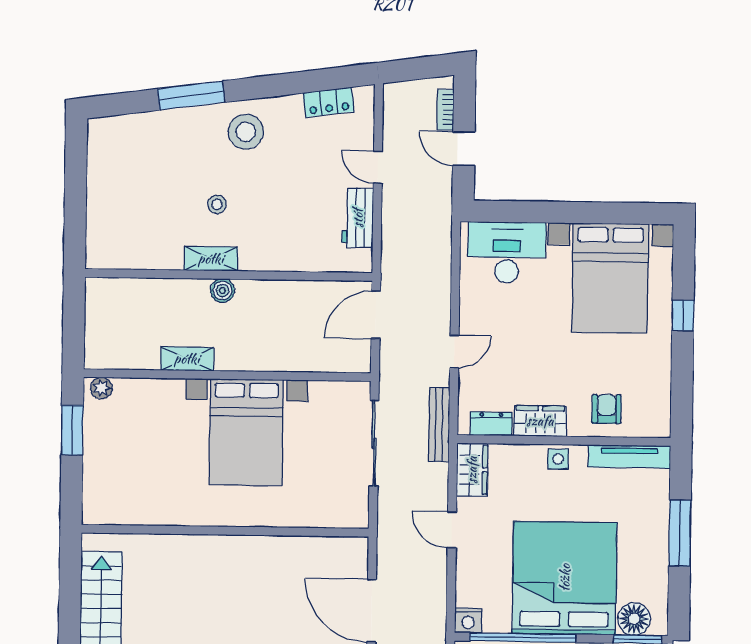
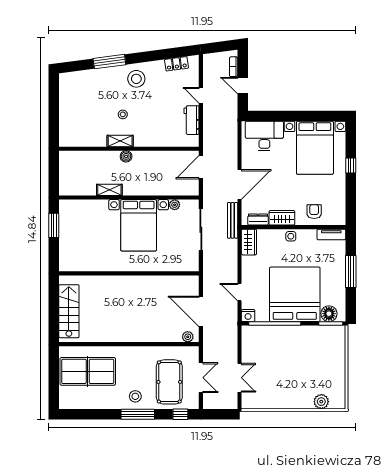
door: (454, 352) -> (239, 185), width x1.88
plant: (101, 388) -> (175, 205), moved
tv unit: (629, 456) -> (331, 234), width x0.71
door: (452, 530) -> (239, 292), moved

